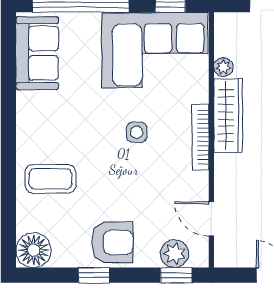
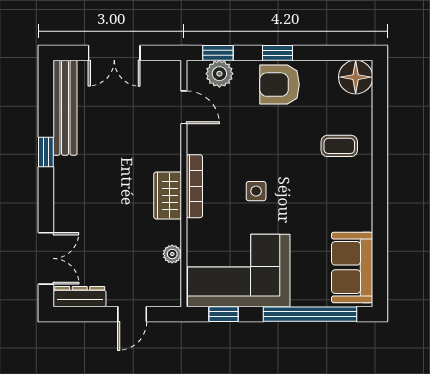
wardrobe: (228, 115) -> (168, 196), width x0.67
coffee table: (51, 179) -> (339, 146), width x0.73, depth x0.77
window: (94, 275) -> (278, 53), moved

